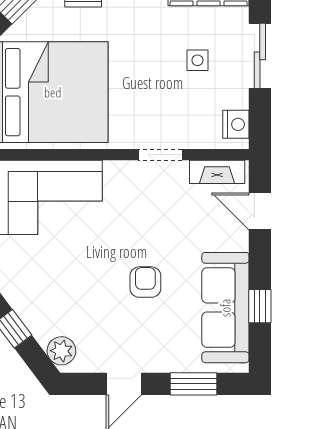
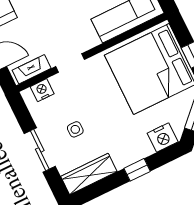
nightstand: (236, 124) -> (42, 90), moved, turned 90

